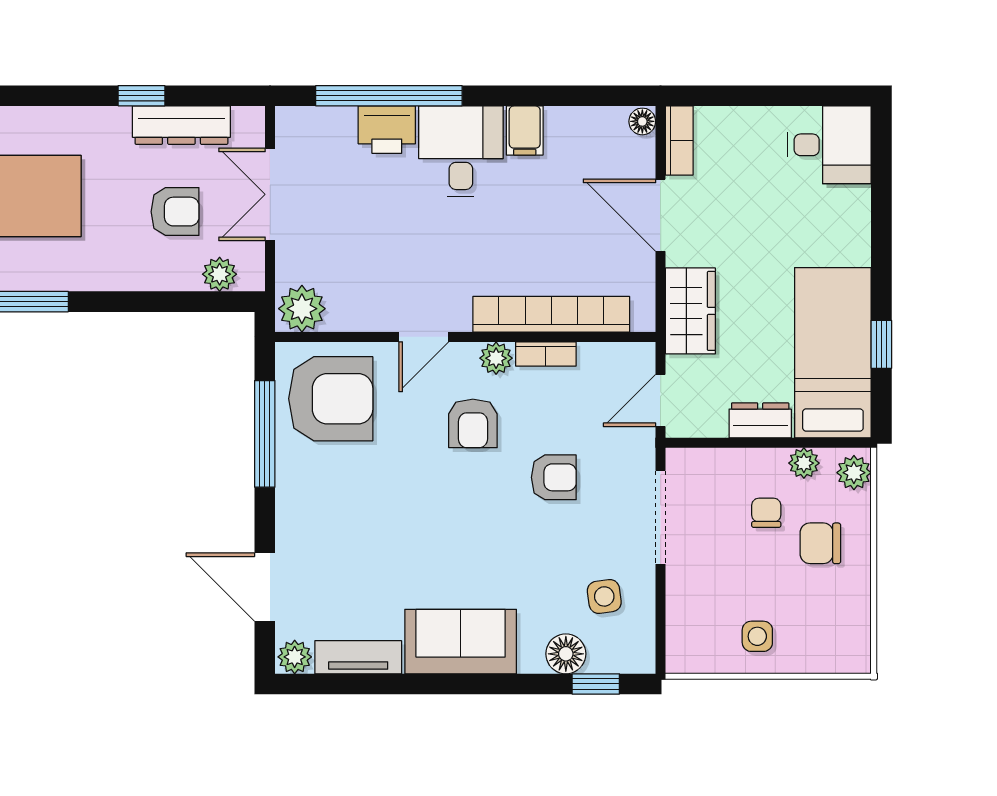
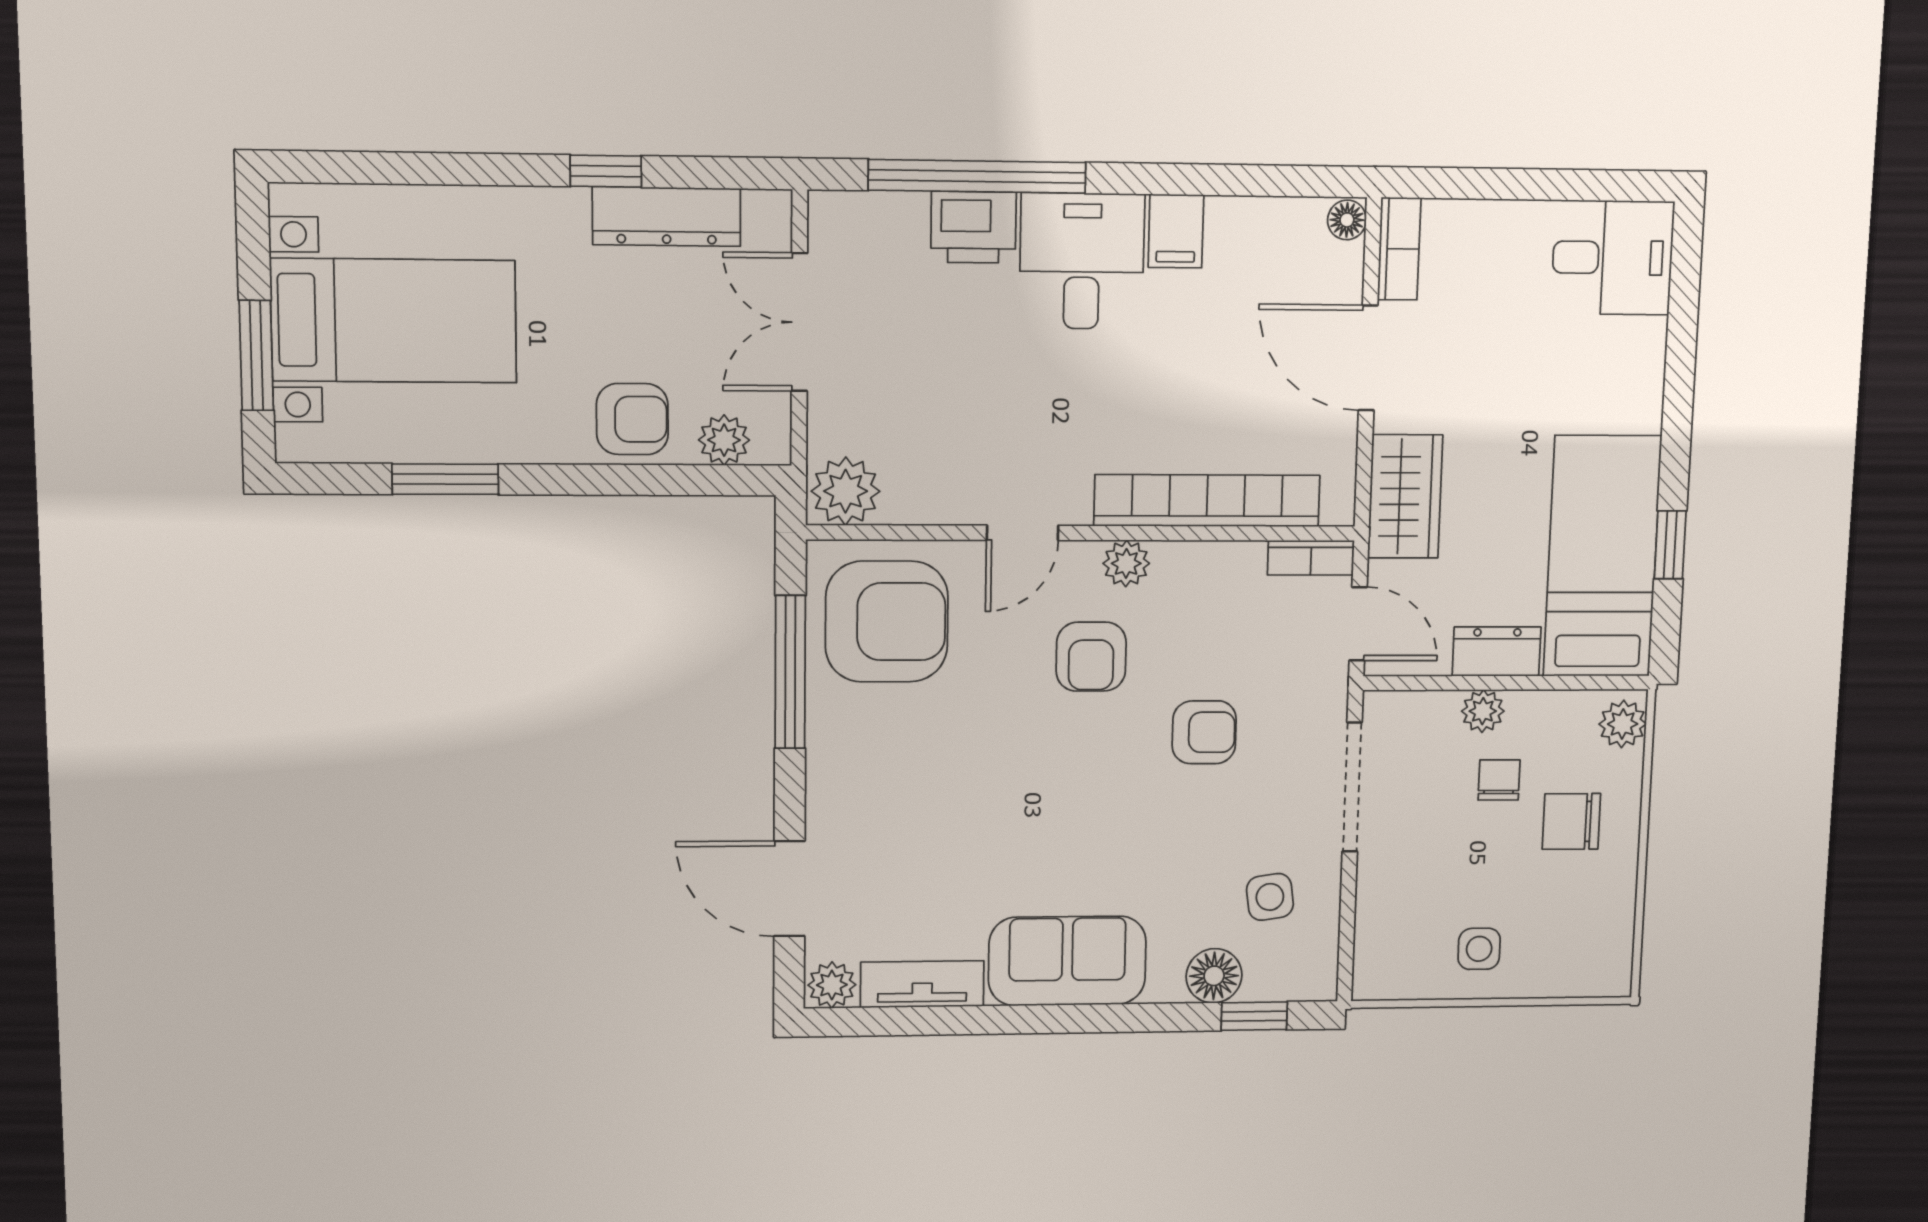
armchair: (175, 212) -> (632, 419), moved
bookcase: (546, 354) -> (1311, 558), moved
door: (661, 401) -> (1358, 624), swing flipped
plant: (804, 463) -> (1483, 711), moved

